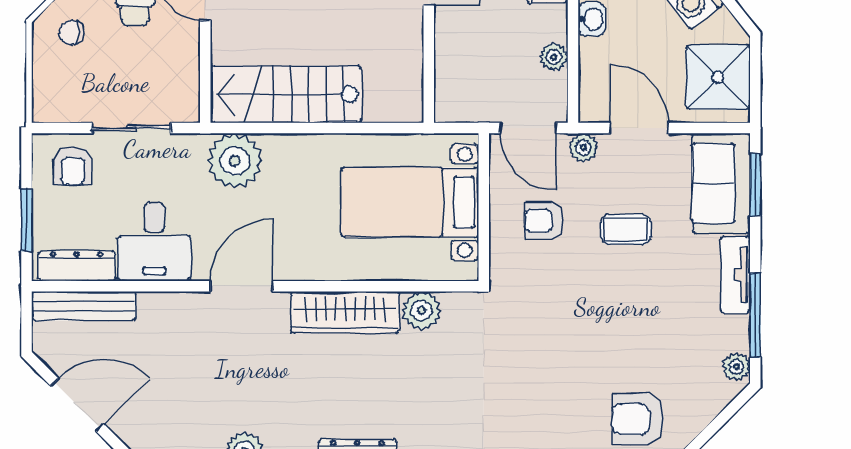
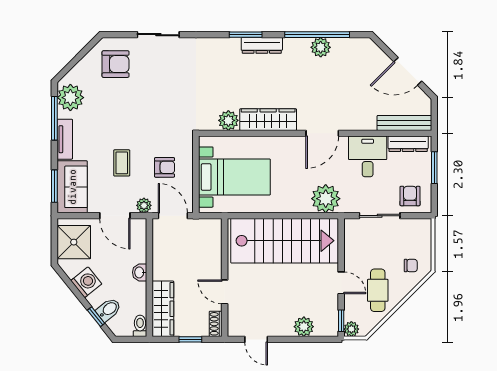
plant: (554, 57) -> (159, 253), removed
stairs: (286, 94) -> (285, 241), width x1.36, depth x1.51
coffee table: (626, 229) -> (122, 163), turned 90
plant: (736, 367) -> (70, 98), width x1.88, depth x1.88

